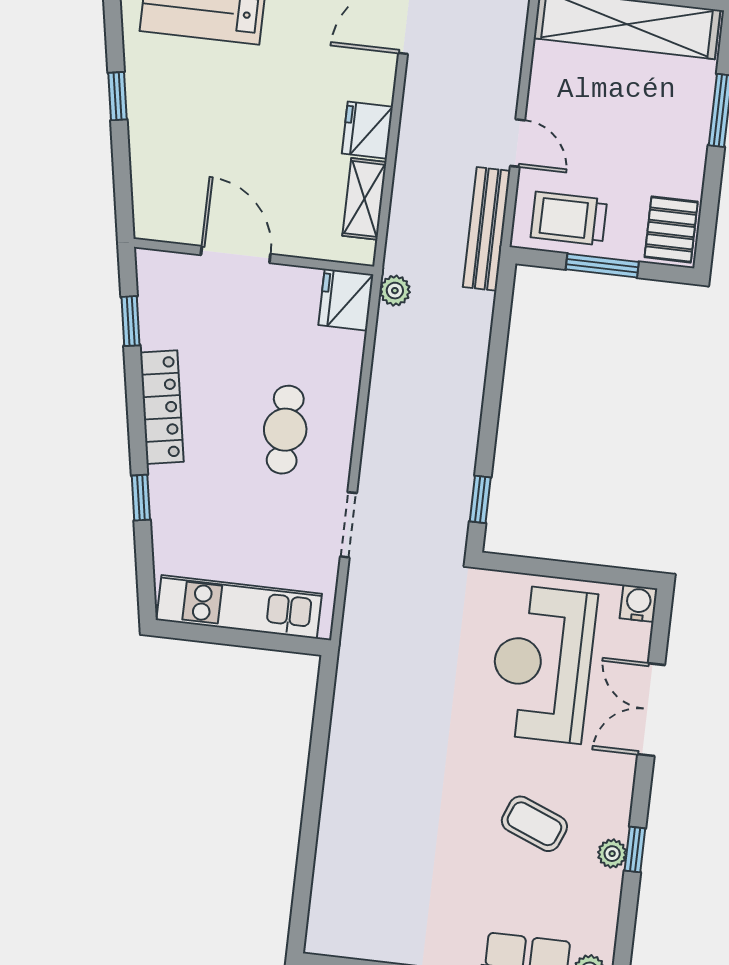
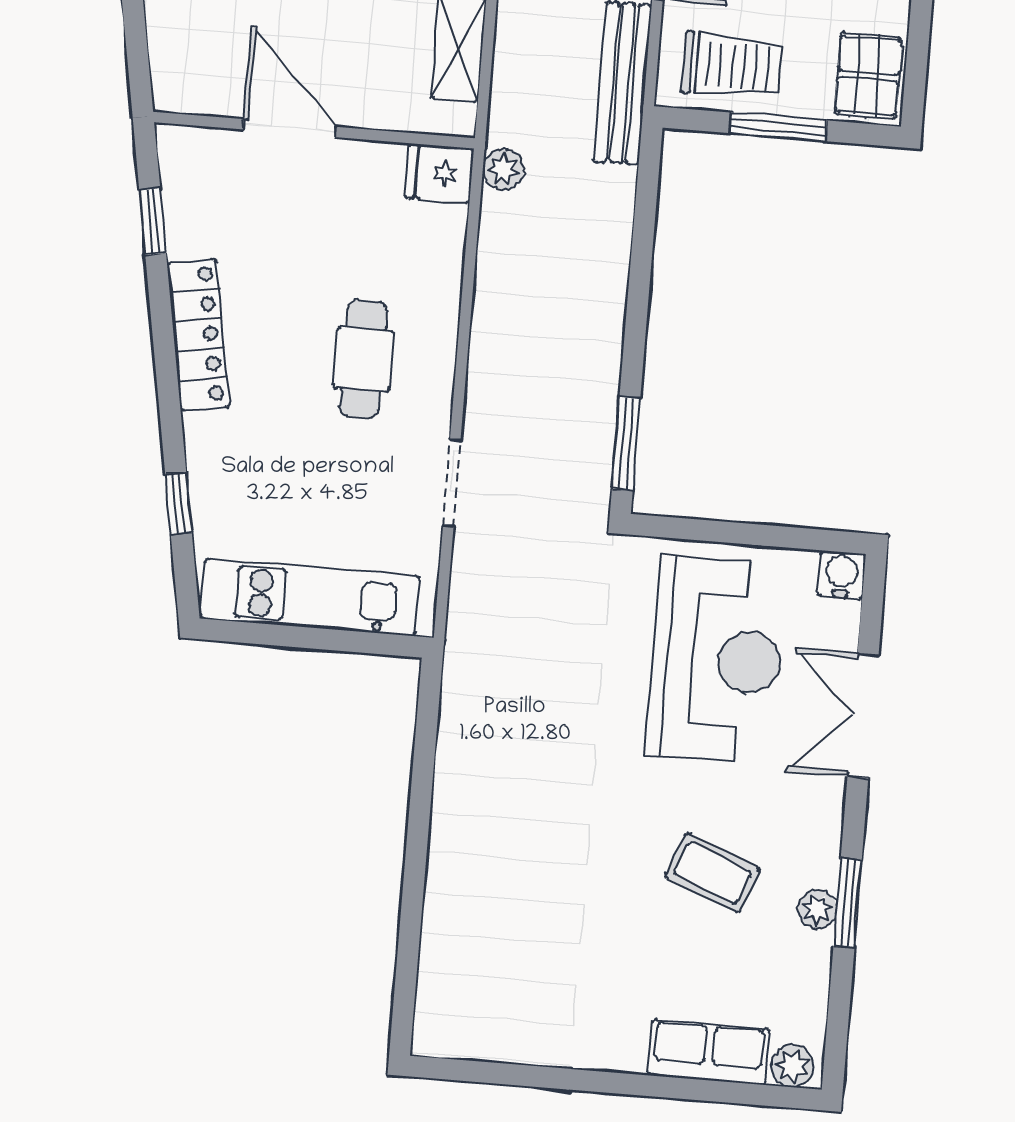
trolley: (569, 219) -> (732, 66), turned 180
fridge: (346, 300) -> (439, 173), width x0.72
window: (141, 498) -> (179, 504), moved
window: (480, 499) -> (626, 443), width x1.50
reception desk: (542, 664) -> (716, 660), turned 180
window: (635, 850) -> (848, 903), width x1.50

